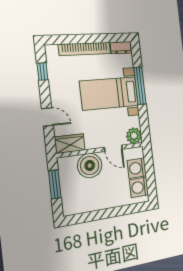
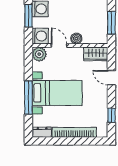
boiler: (90, 165) -> (76, 39), width x0.54, depth x0.54
washing machine: (137, 168) -> (40, 36), moved
window: (150, 178) -> (28, 16), added

